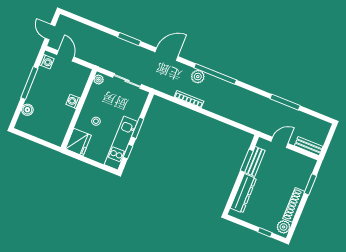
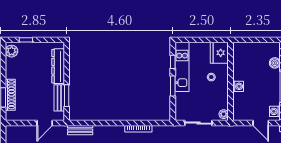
bench: (309, 146) -> (80, 130), moved
shoe rack: (294, 205) -> (10, 95), moved

